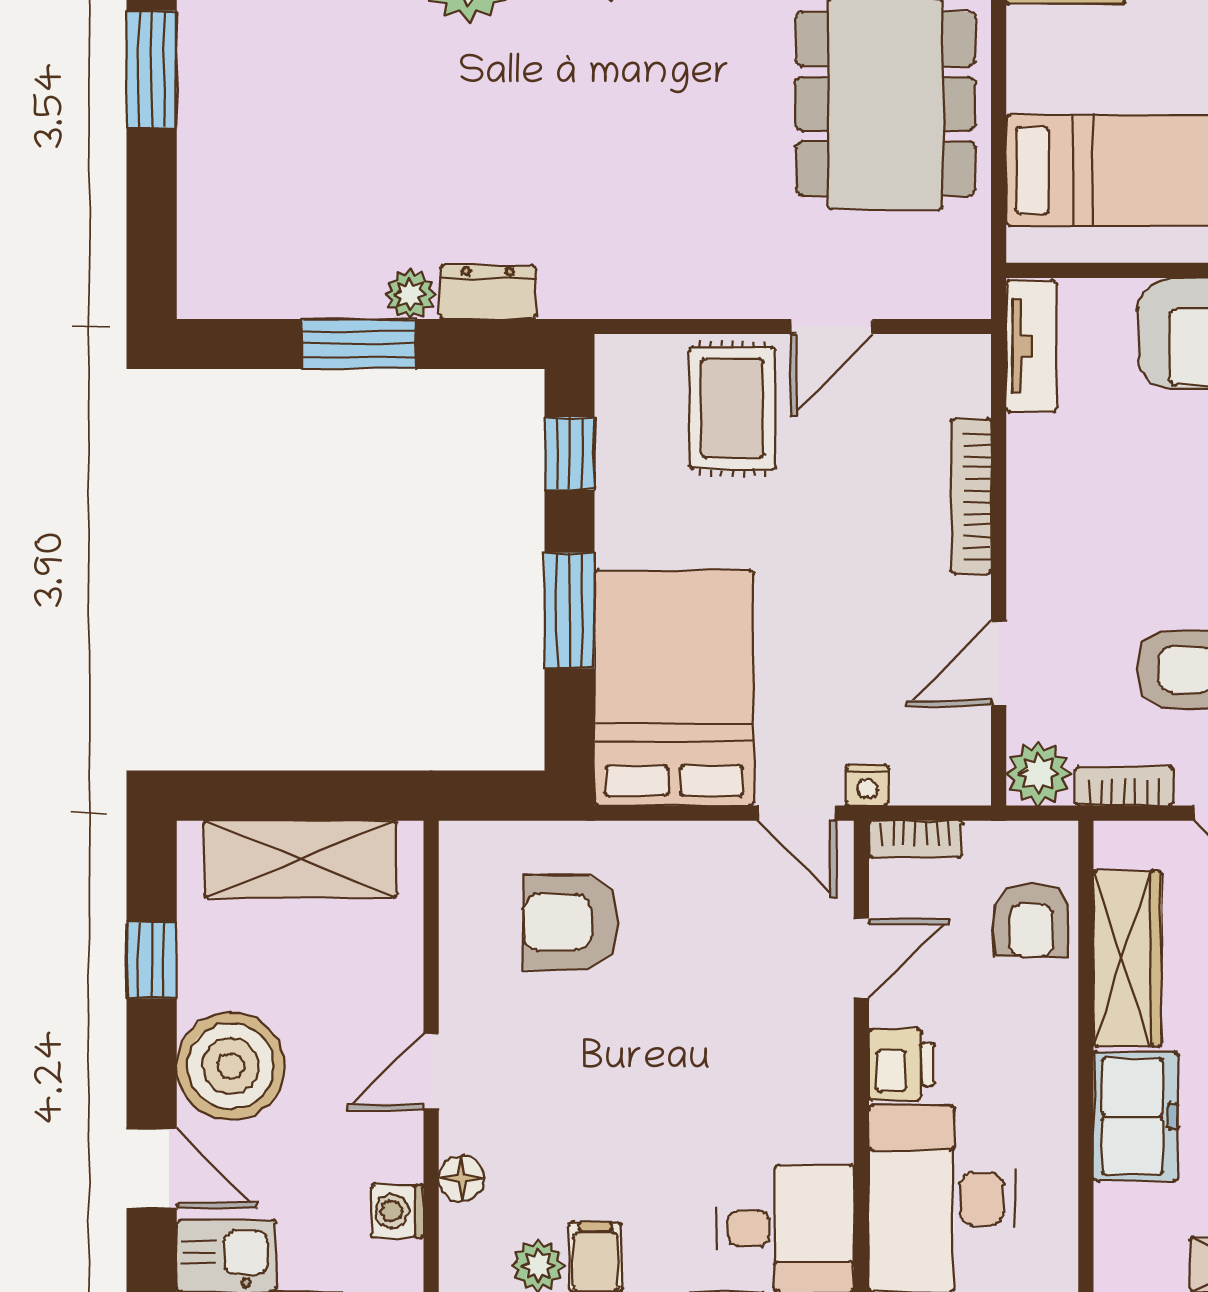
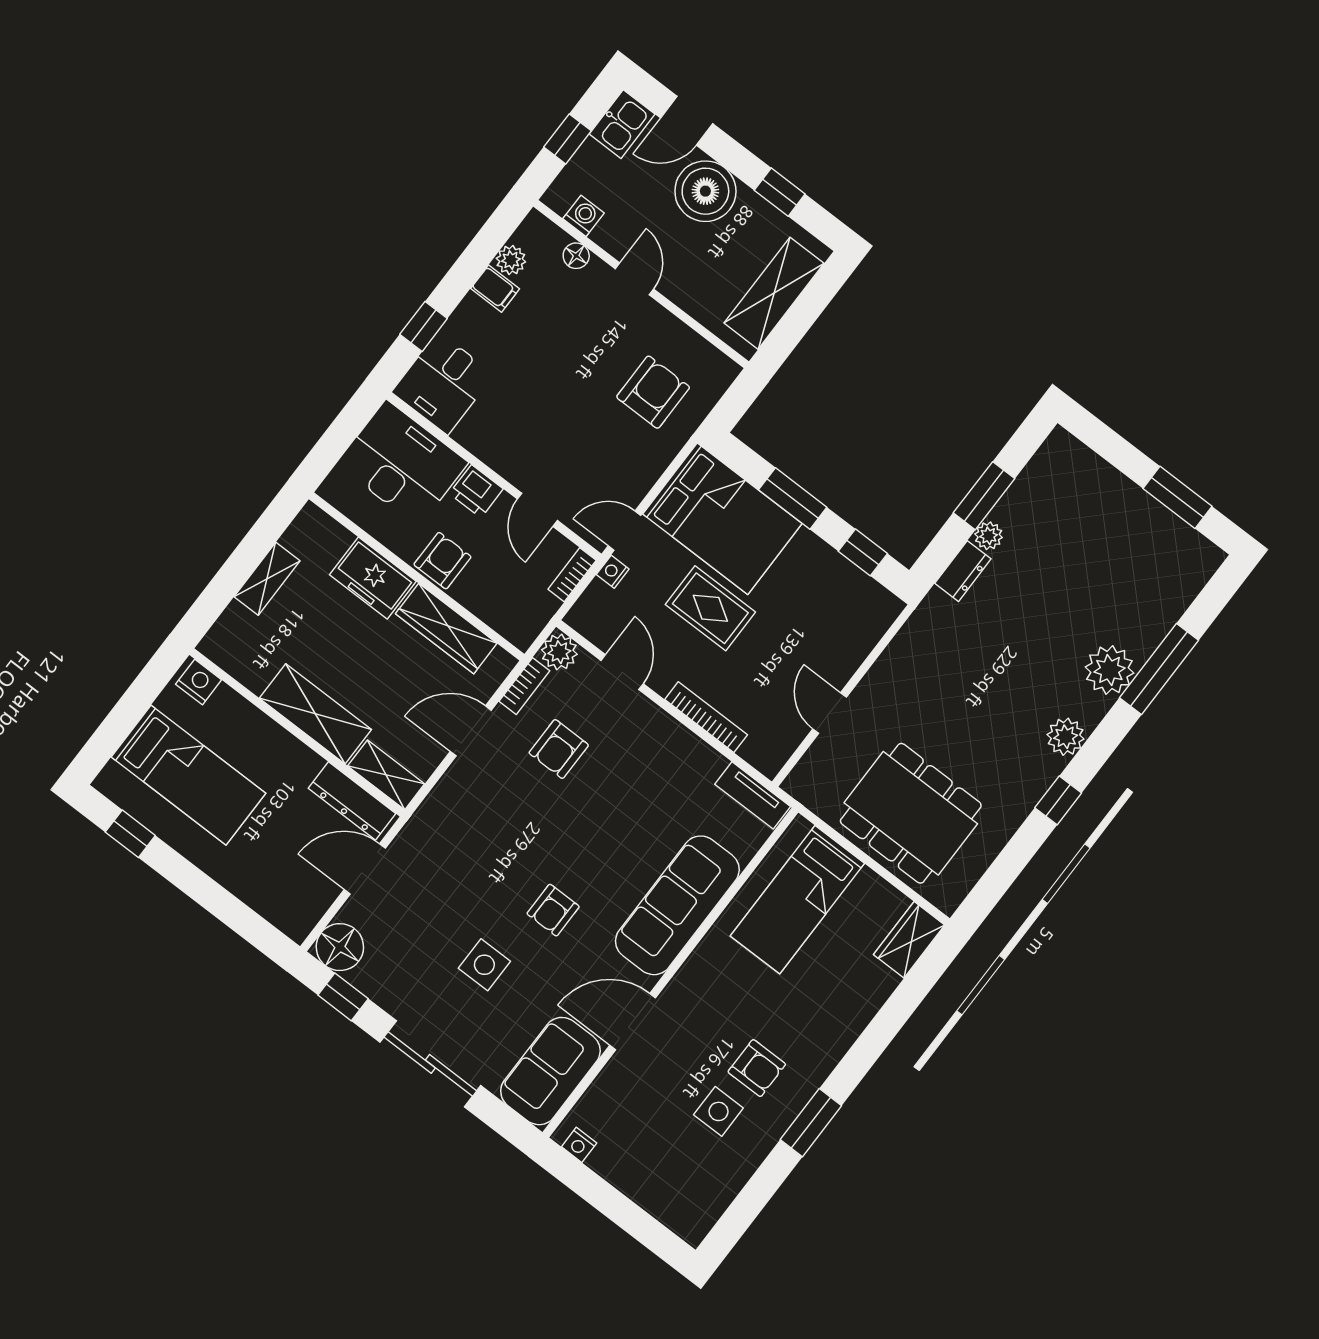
rug: (732, 408) -> (710, 608), moved
armchair: (1031, 920) -> (442, 561), moved, turned 90

